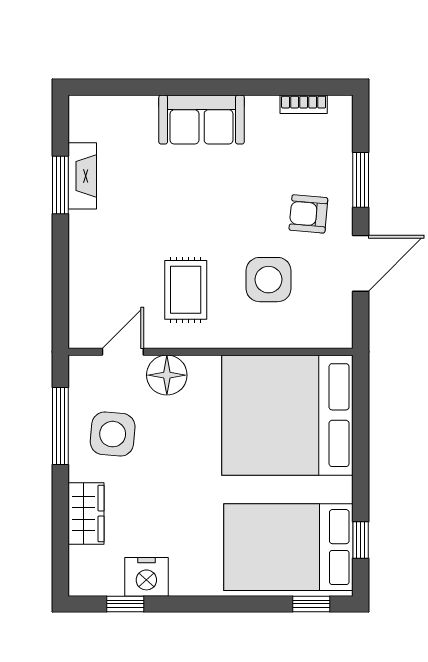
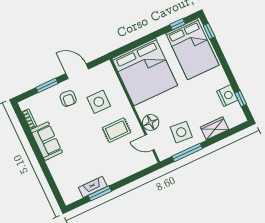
sofa: (202, 120) -> (46, 141), moved

